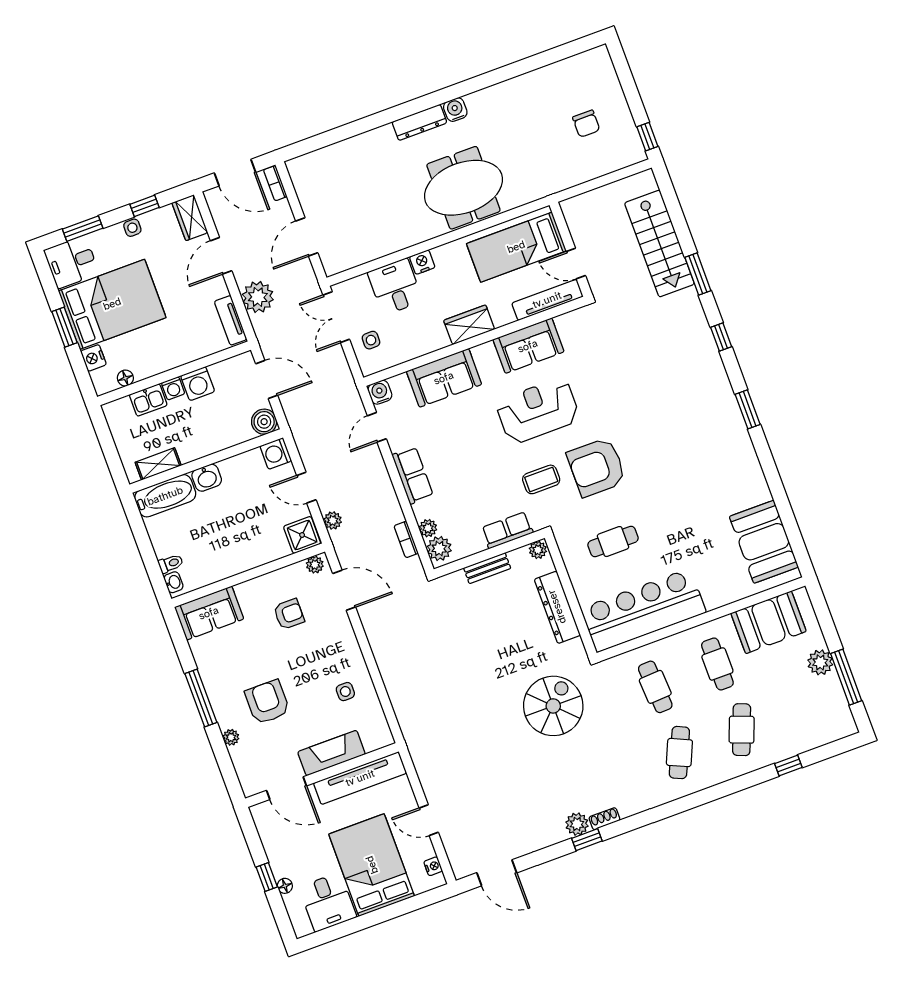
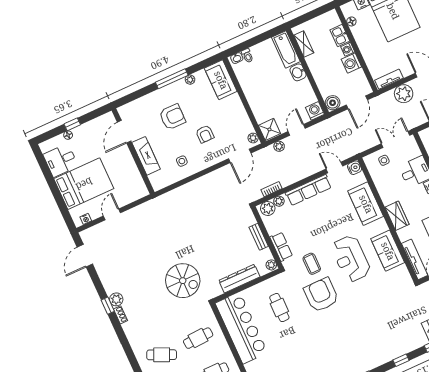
reception desk: (538, 411) -> (351, 259), turned 180
row of seats: (413, 475) -> (308, 190), width x1.48
armchair: (289, 614) -> (205, 134), moved
plant: (231, 737) -> (190, 80), moved
tv unit: (360, 778) -> (133, 173), removed

